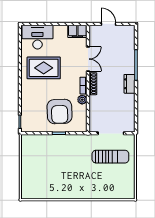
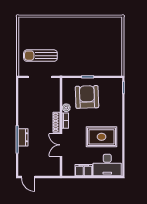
door: (109, 24) -> (28, 177), moved
filing cabinet: (77, 31) -> (84, 170), moved
dresser: (130, 84) -> (23, 137), moved

